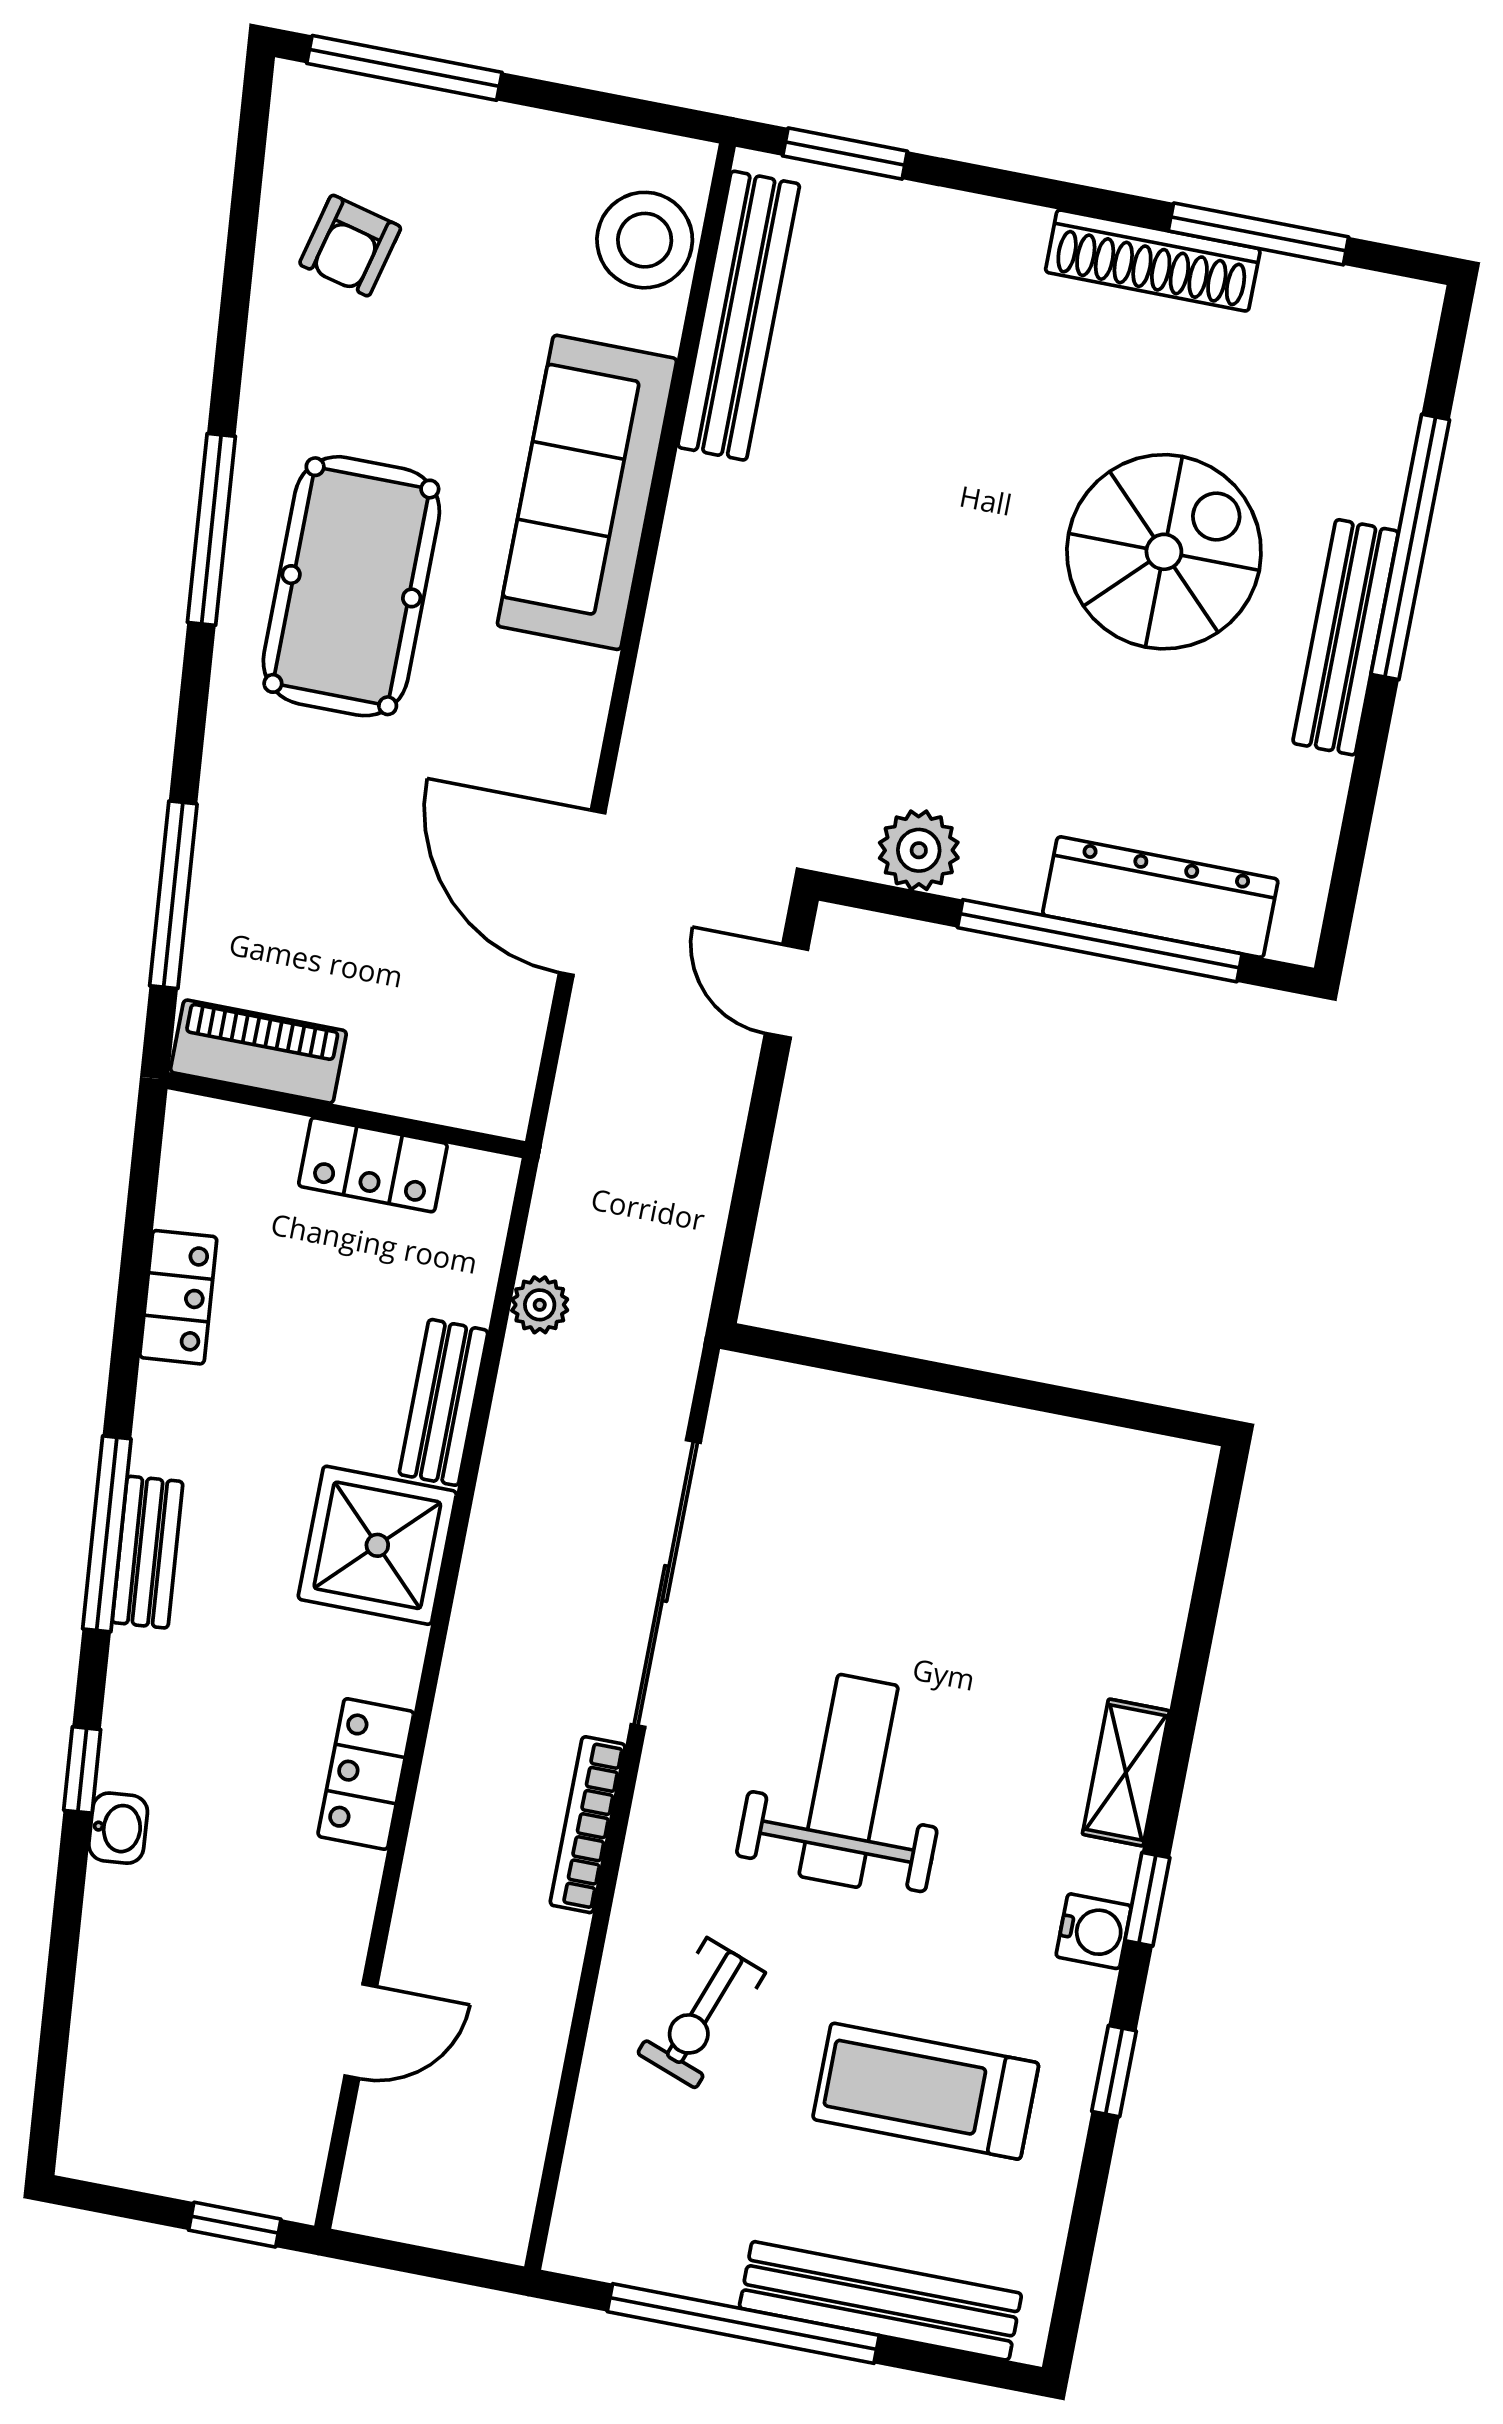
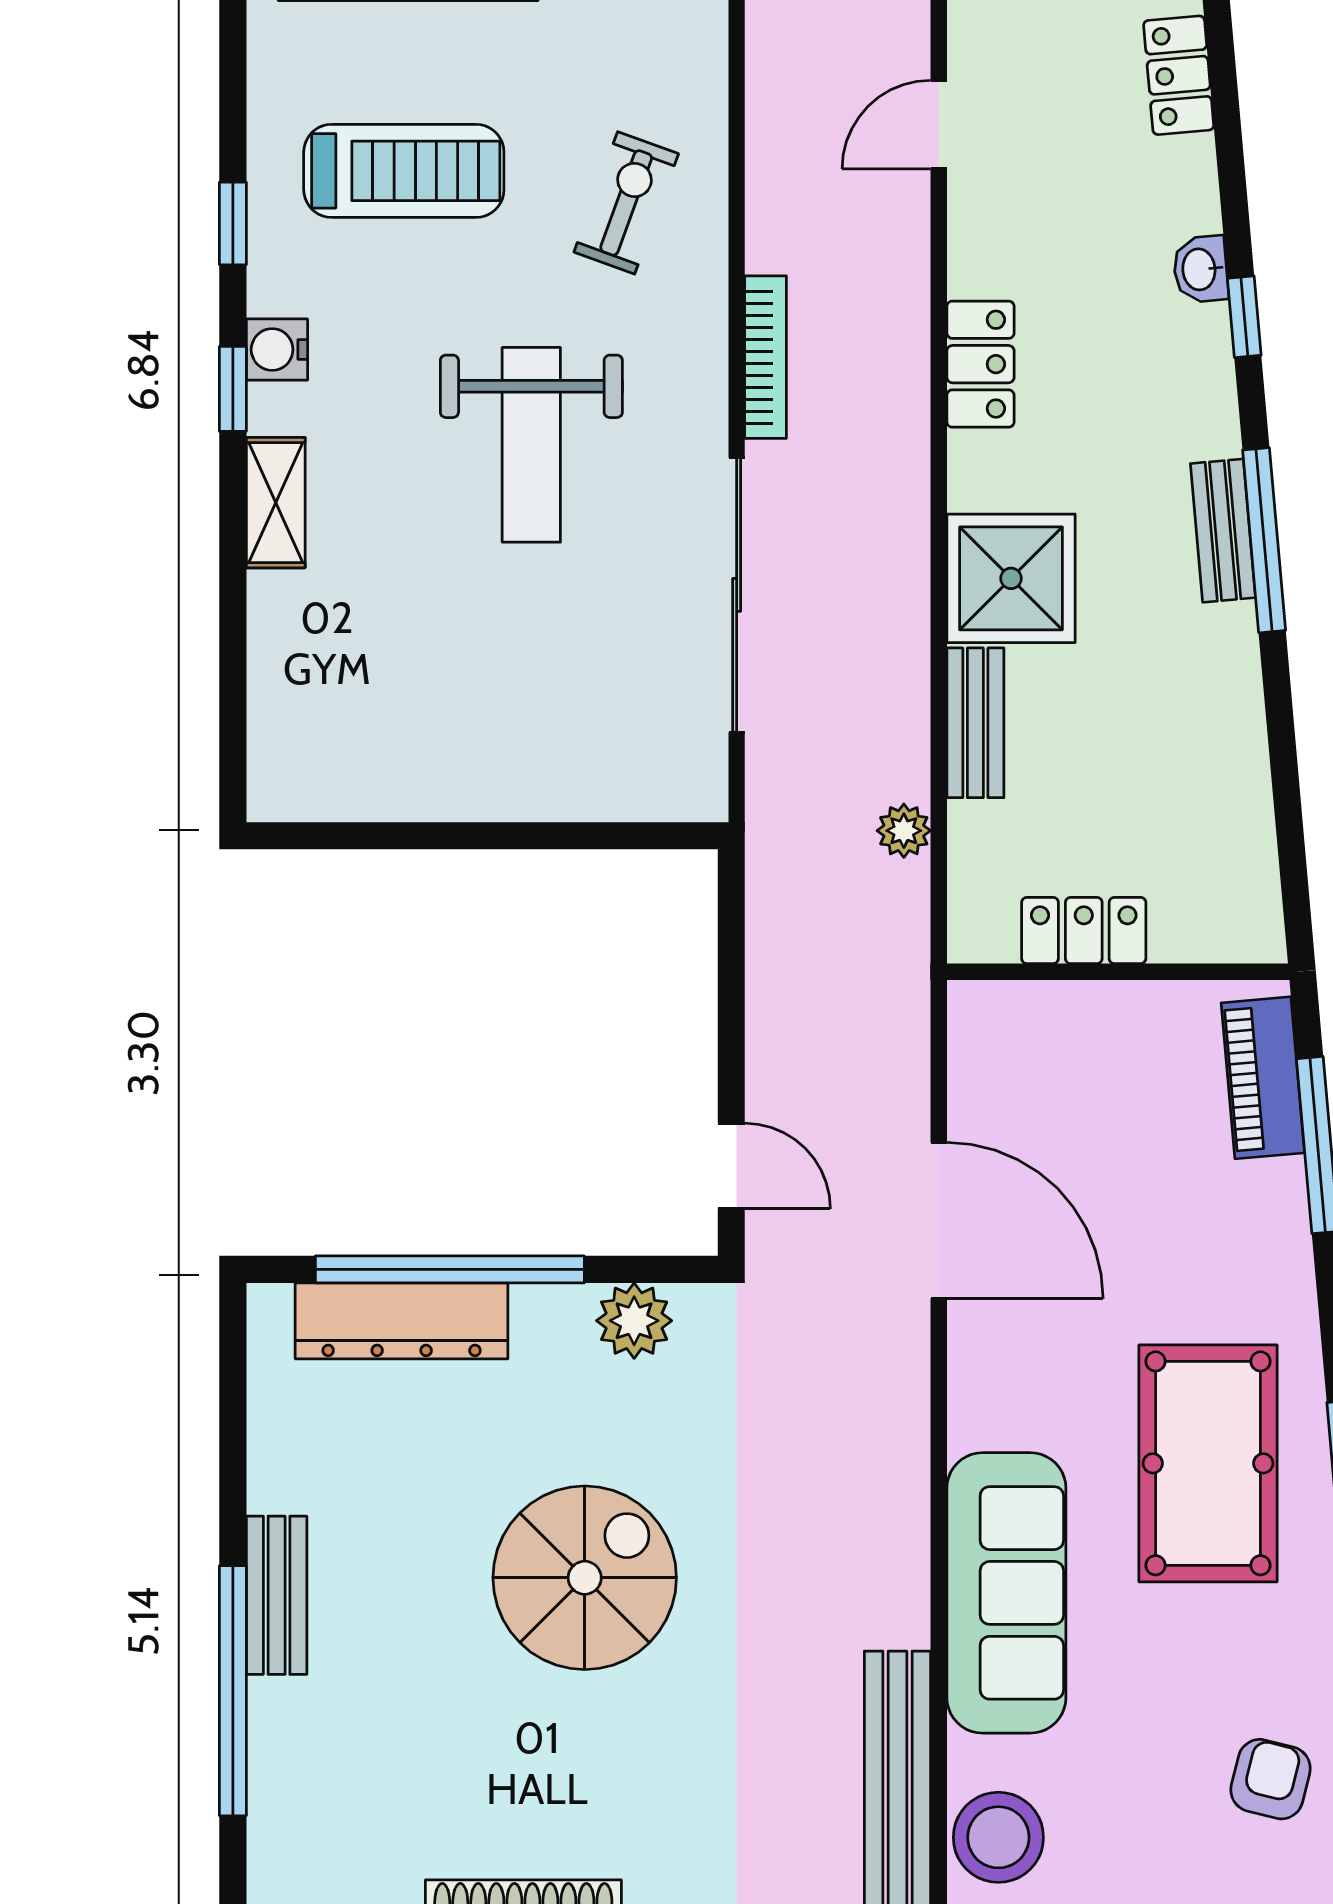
spiral stairs: (1164, 552) -> (585, 1578), moved, turned 180
bench: (1346, 637) -> (277, 1595), width x0.73
piano: (258, 1052) -> (1263, 1078), moved, turned 85
locker: (178, 1297) -> (1179, 75), moved

